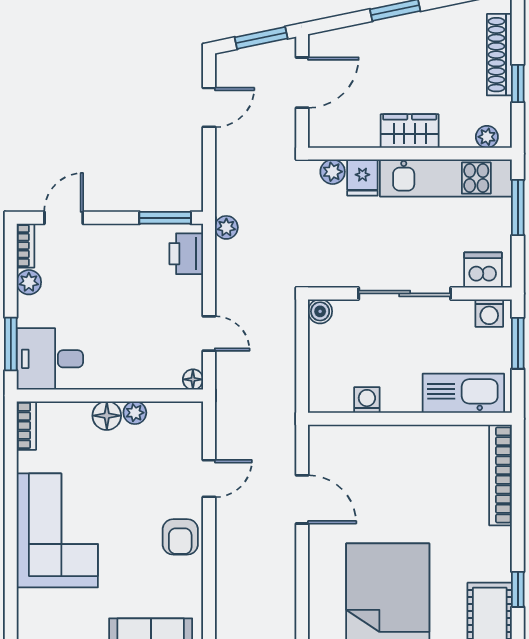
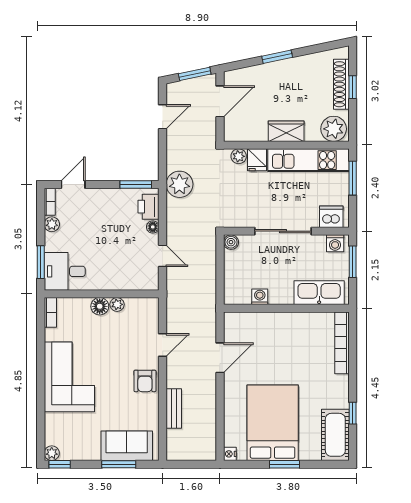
window: (518, 84) -> (353, 87), moved
plant: (487, 137) -> (334, 129), width x1.88, depth x1.88
plant: (226, 227) -> (179, 184), width x1.87, depth x1.87
floor lamp: (193, 379) -> (153, 227), moved
door: (302, 499) -> (220, 358), hinge flipped
bench: (227, 582) -> (174, 408), added

